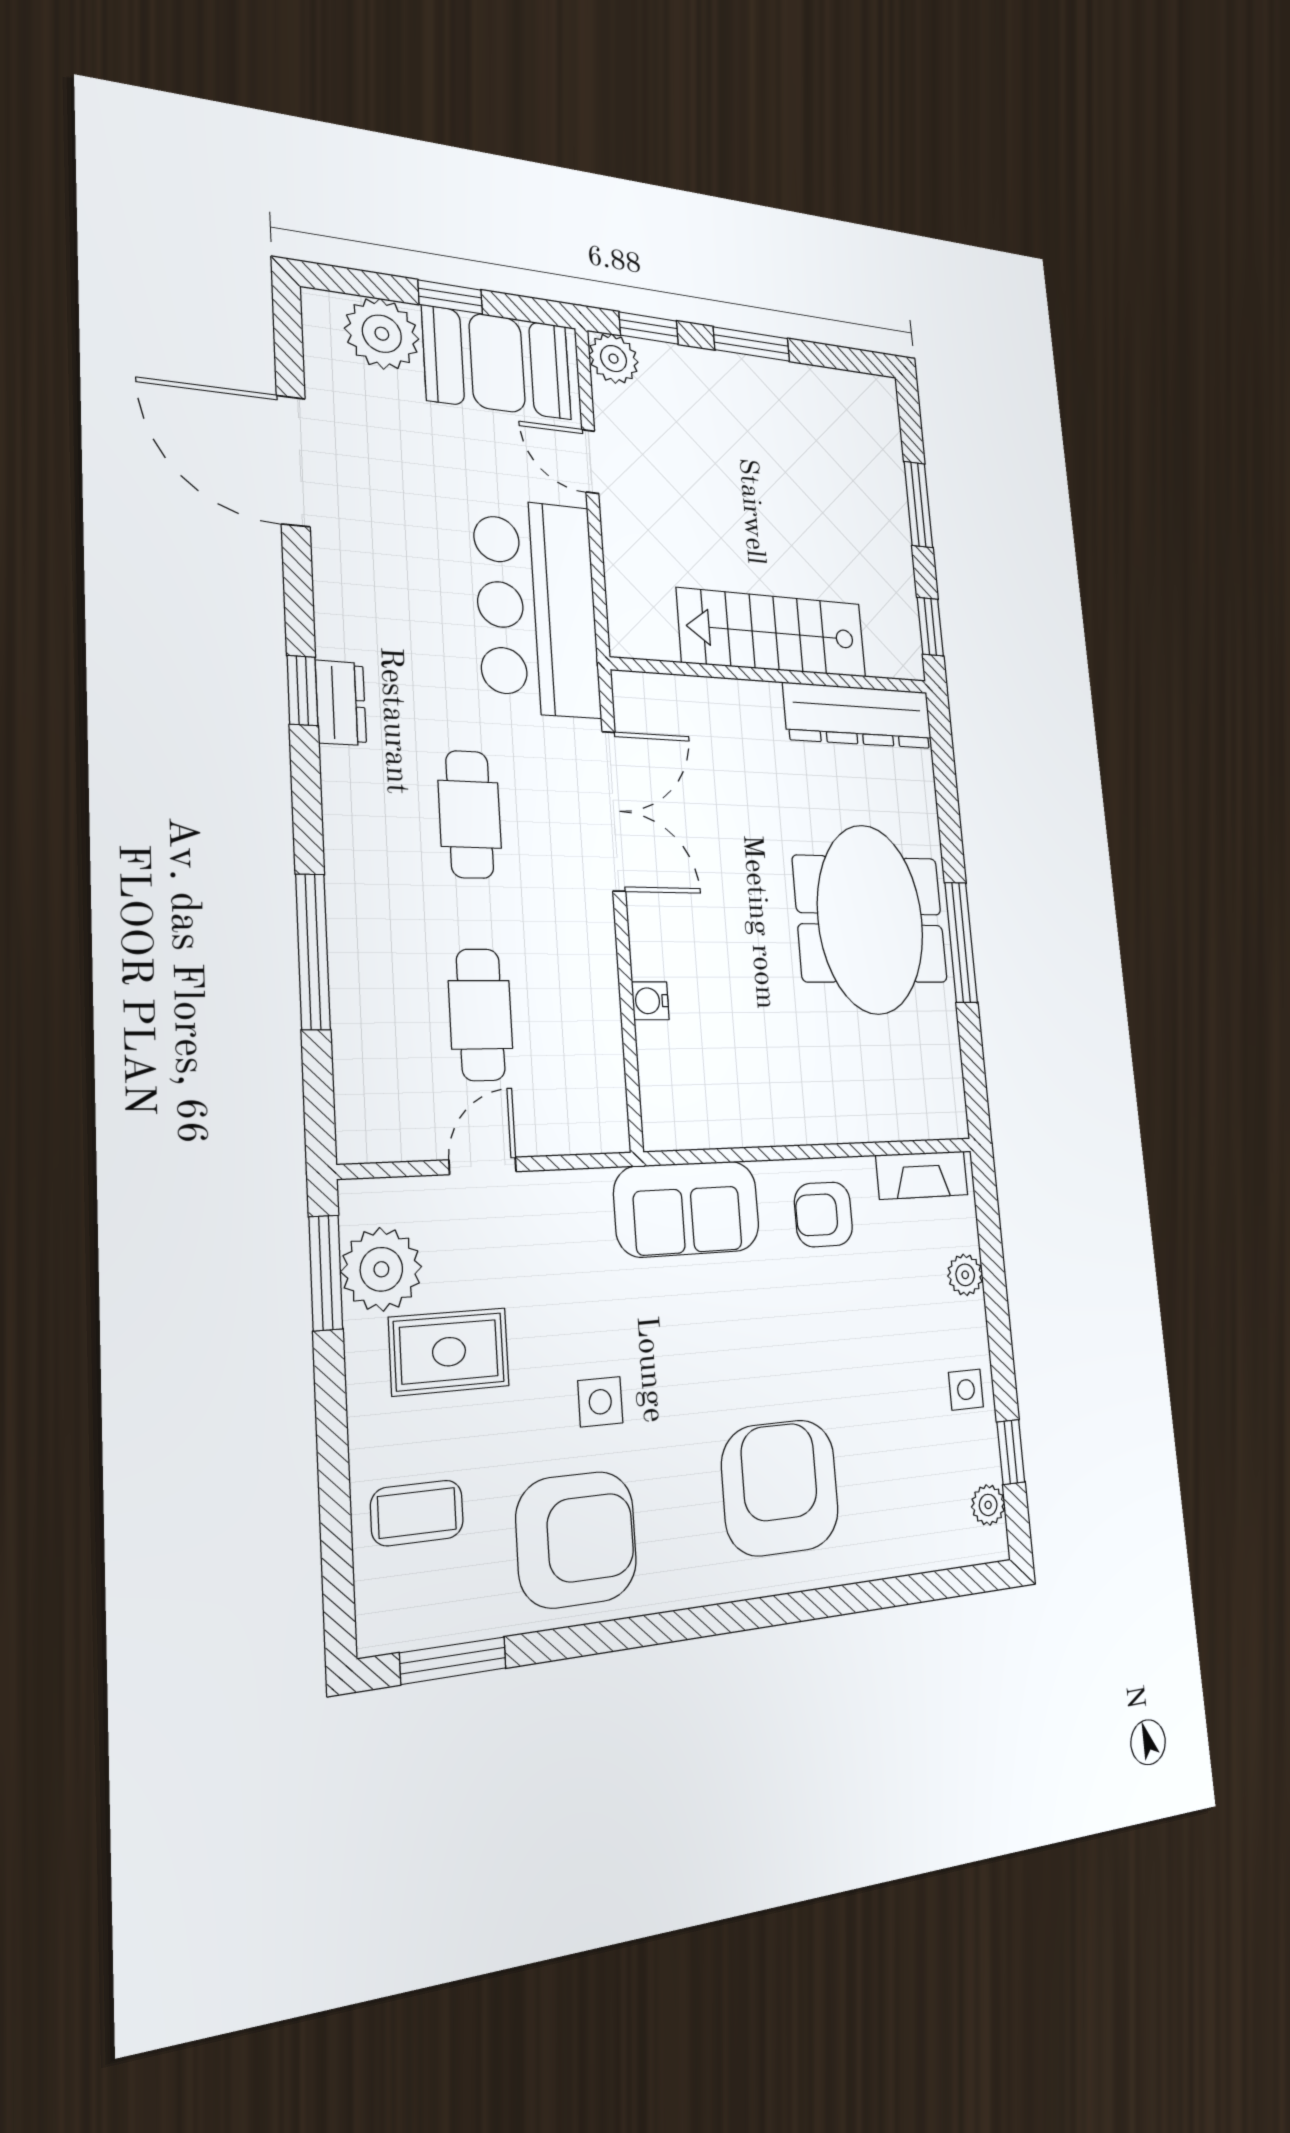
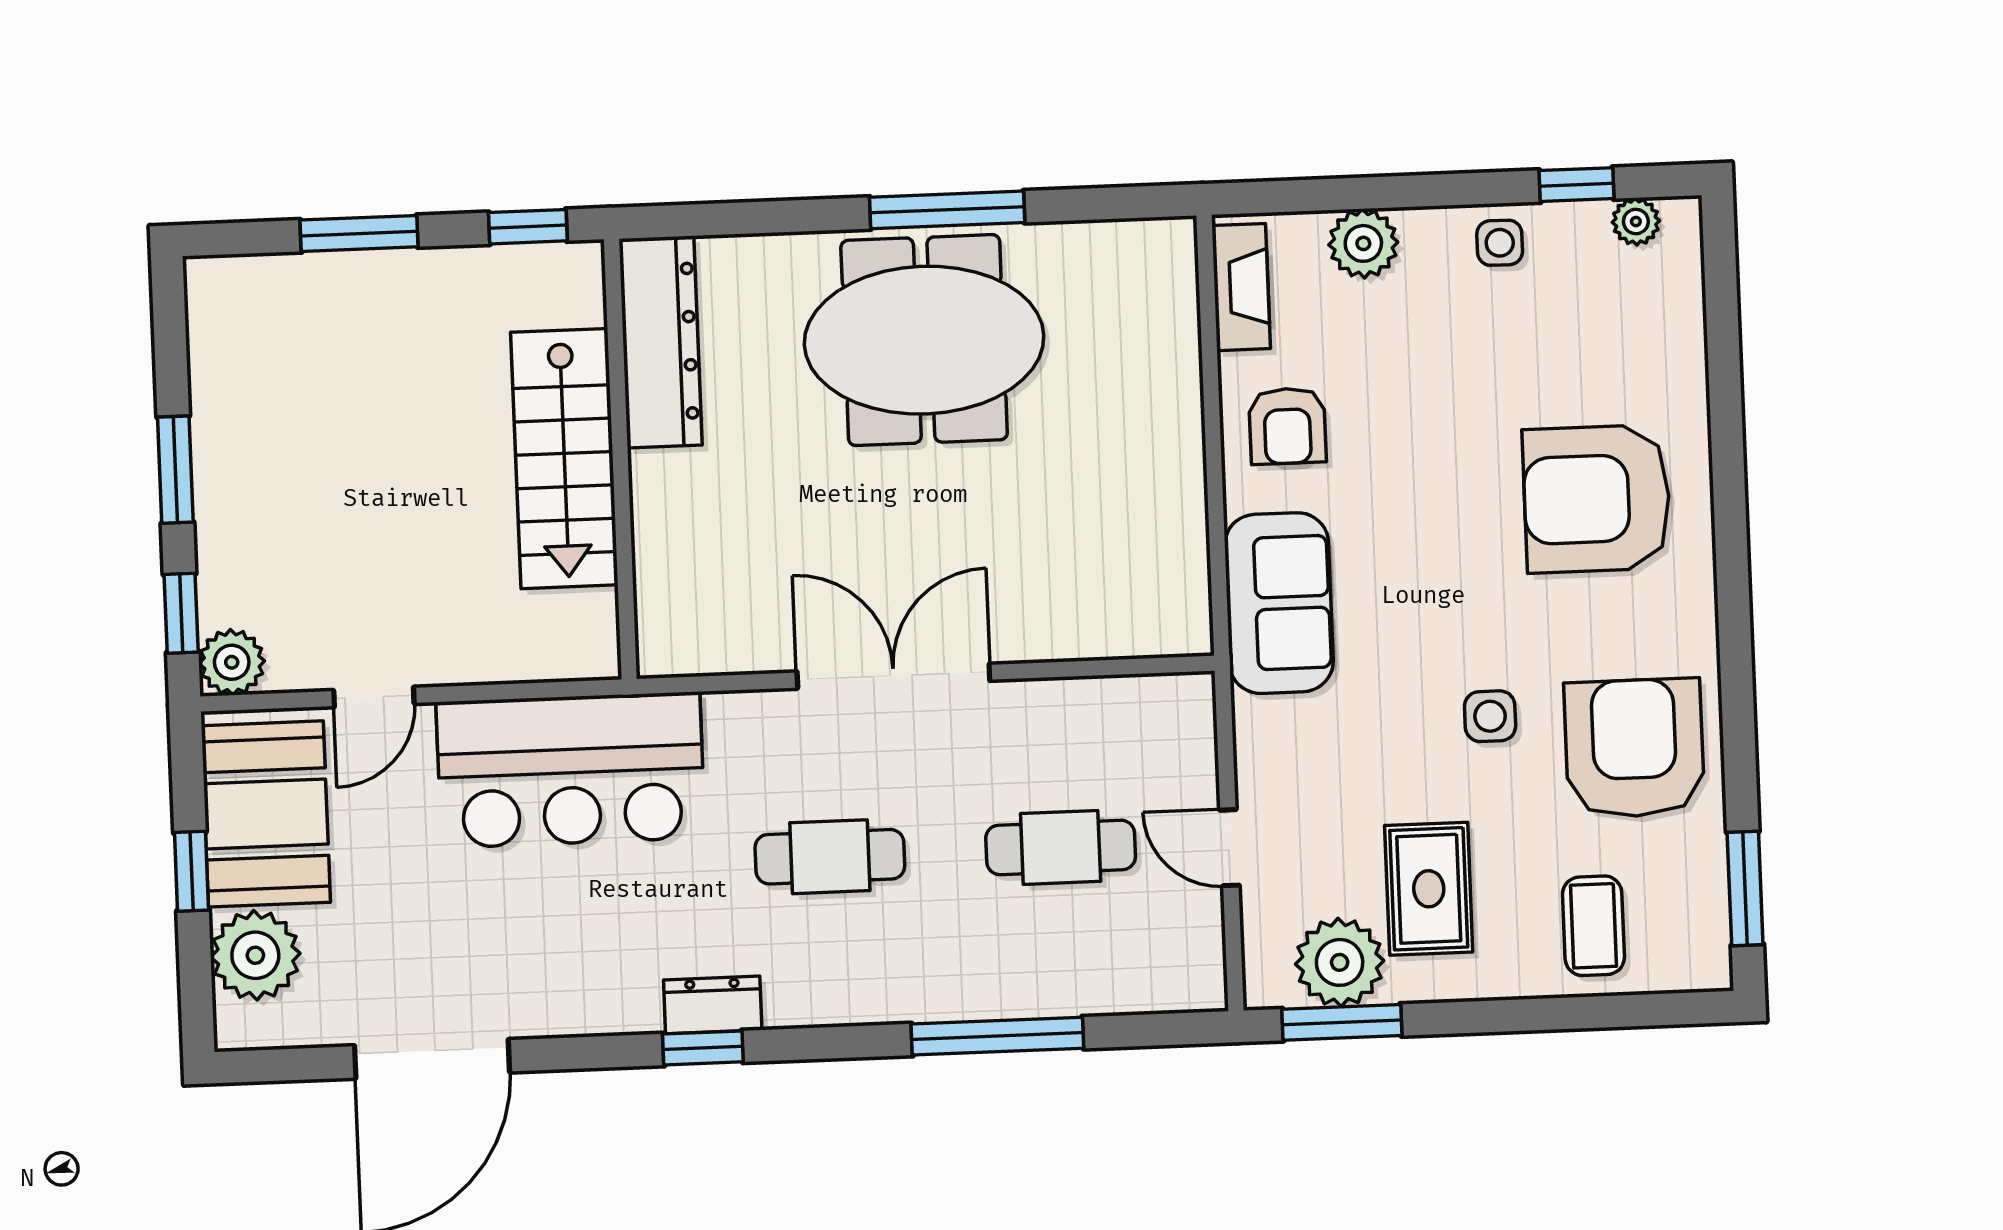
double door: (614, 811) -> (893, 676), moved
water cooler: (650, 1001) -> (1038, 641), removed
plant: (965, 1275) -> (1363, 243), width x1.38, depth x1.38

